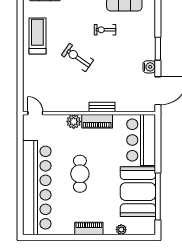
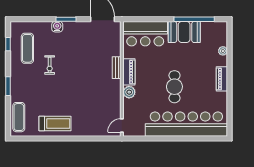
treadmill: (37, 36) -> (55, 124), turned 180
exercise bike: (77, 58) -> (74, 89), removed
water cooler: (149, 67) -> (57, 27), moved
cafe table: (80, 174) -> (174, 87), turned 90
booth: (138, 192) -> (184, 32), width x0.73, depth x0.70

